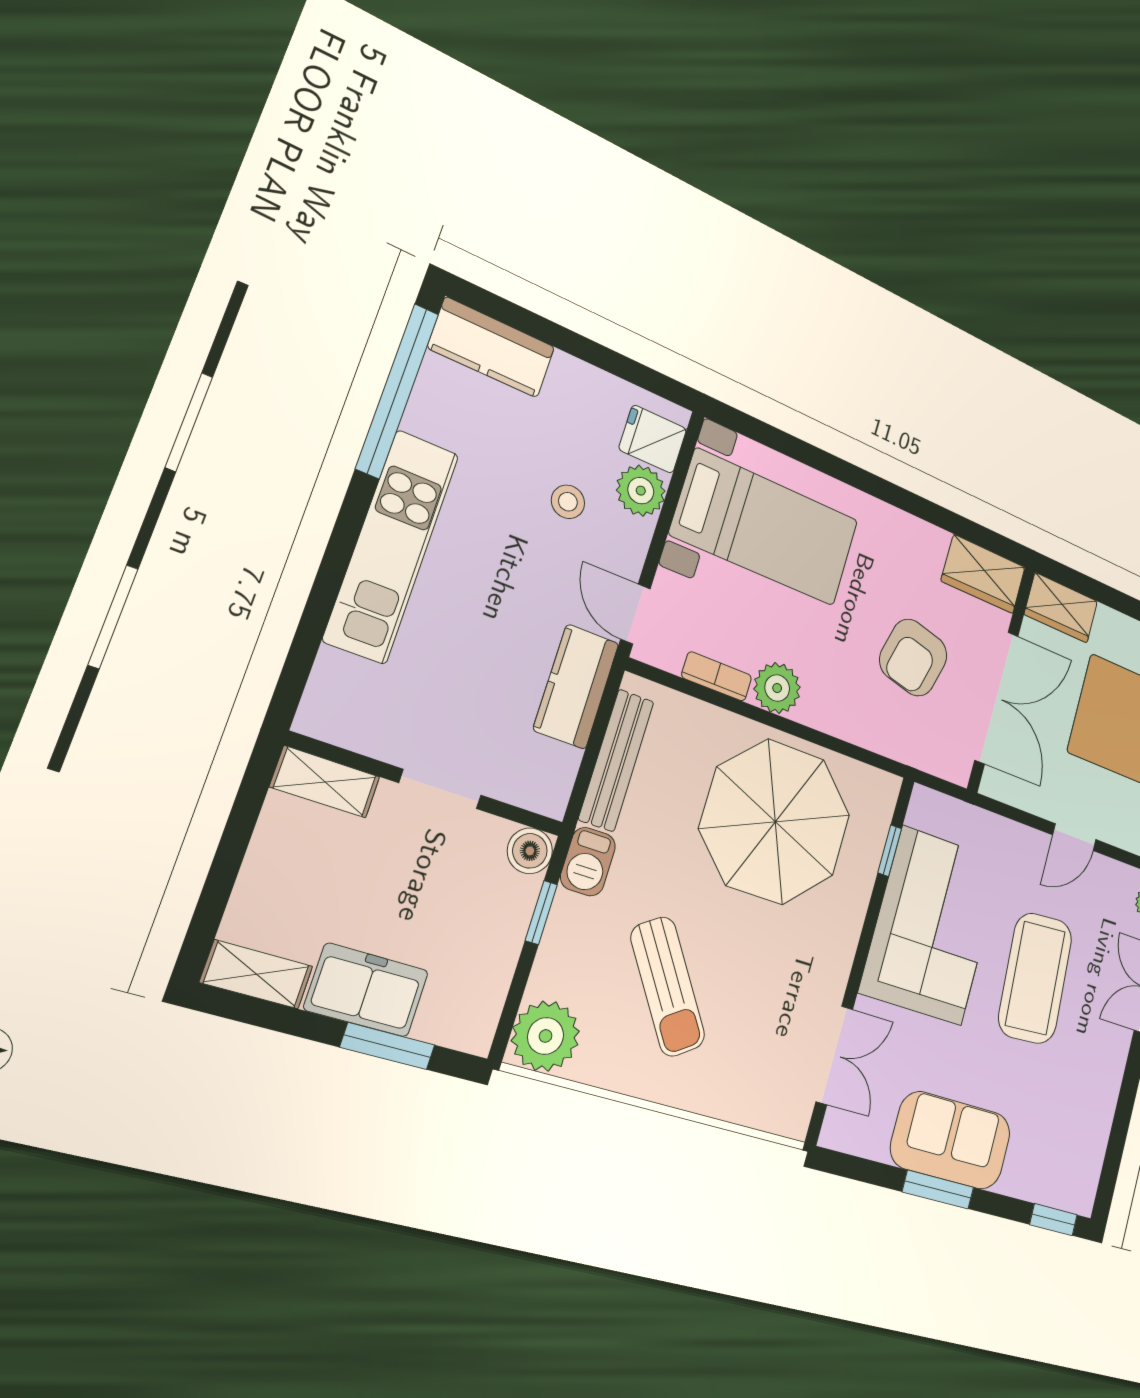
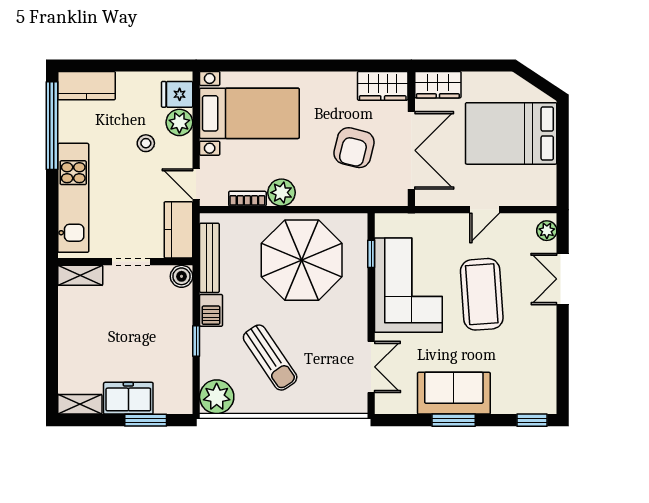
shelving: (325, 782) -> (80, 275), moved
wall: (428, 785) -> (125, 262), moved
doorway: (440, 789) -> (131, 262), moved
boiler: (530, 851) -> (182, 276), moved

